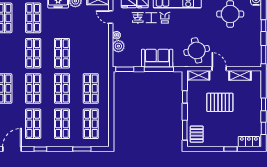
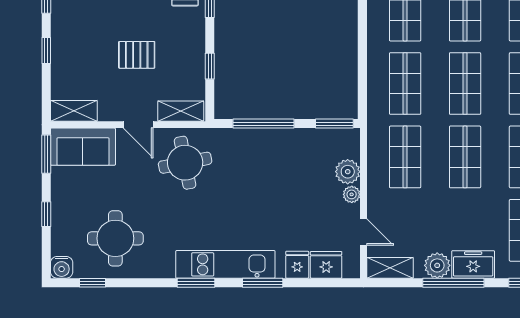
shop shelf: (91, 53) -> (405, 157), added
sofa: (157, 58) -> (83, 147), moved
shelving: (240, 75) -> (74, 111), moved
pallet: (220, 102) -> (137, 55), width x0.67, depth x0.71

